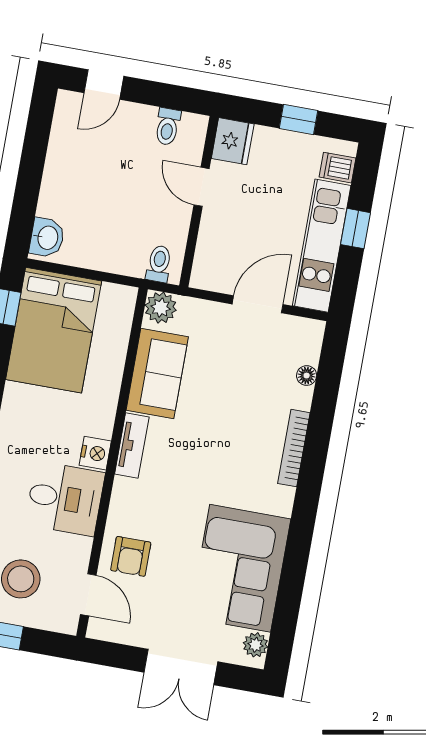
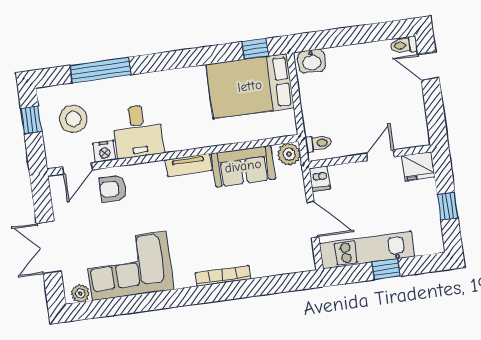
toilet: (168, 127) -> (404, 45), moved
dishwasher: (337, 168) -> (320, 179), moved, turned 180
floor lamp: (307, 376) -> (275, 269), removed
nightstand: (95, 453) -> (104, 151), moved

